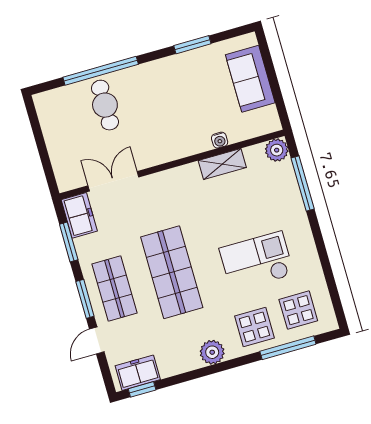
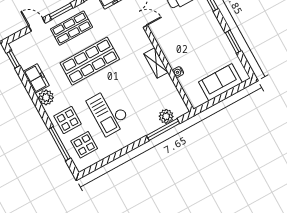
plant: (277, 150) -> (166, 116), moved
shelving: (222, 164) -> (156, 63), moved
checkout: (257, 261) -> (108, 112), turned 180
freezer: (138, 373) -> (36, 78), moved

